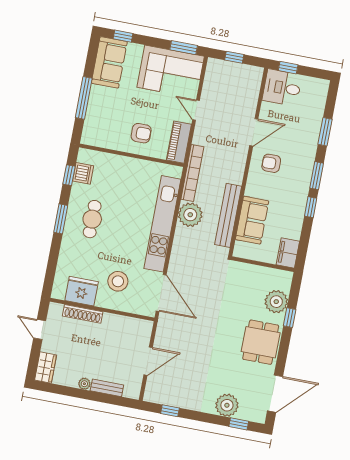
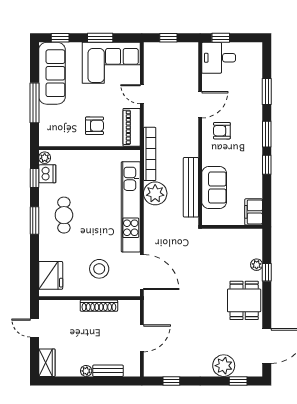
window: (184, 48) -> (100, 38), moved
sofa: (109, 62) -> (52, 73), width x1.36
plant: (84, 156) -> (45, 158), added
fridge: (82, 291) -> (51, 275), moved, turned 90
plant: (276, 302) -> (257, 265), width x0.53, depth x0.53
shoe rack: (83, 314) -> (99, 306), moved

